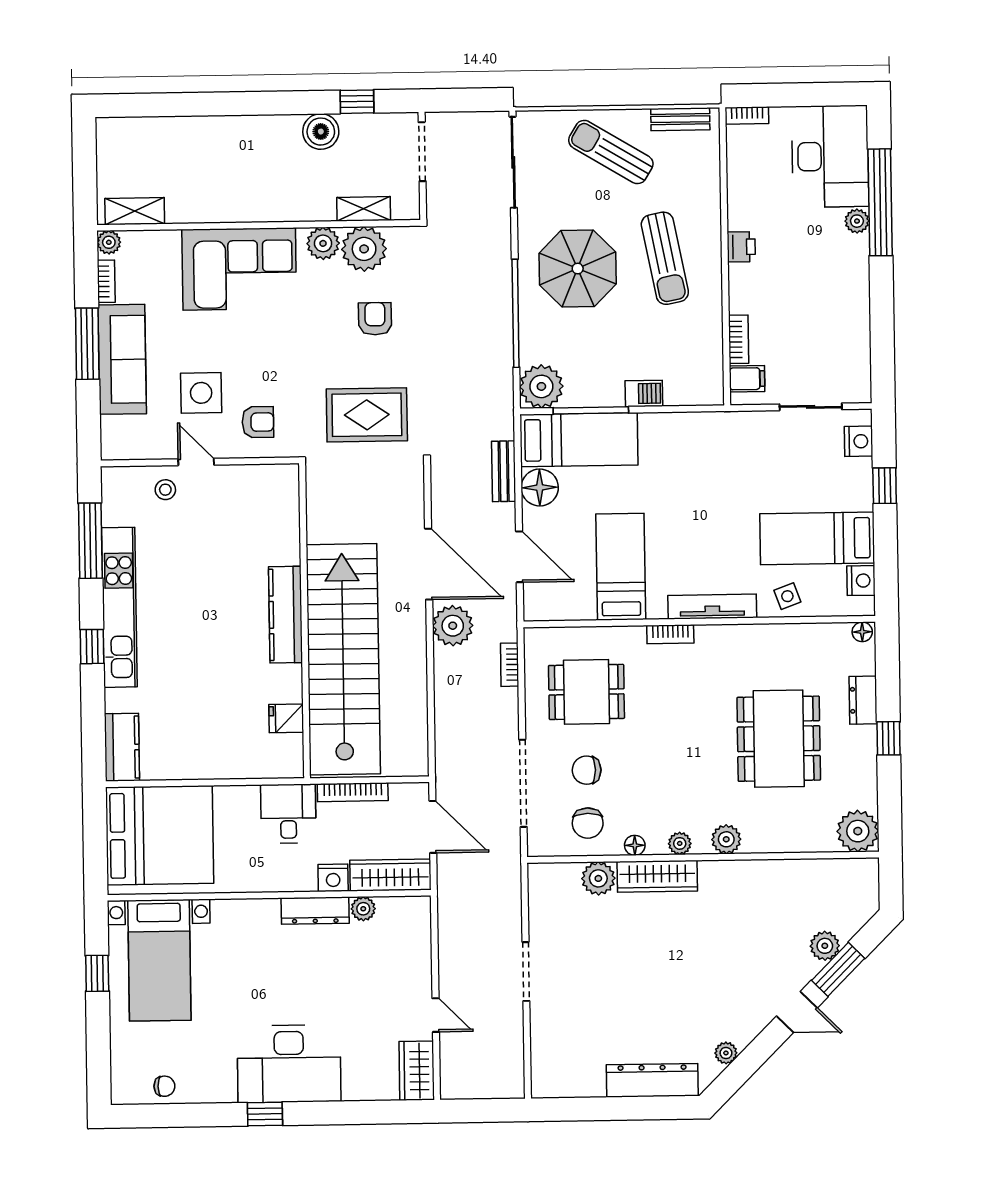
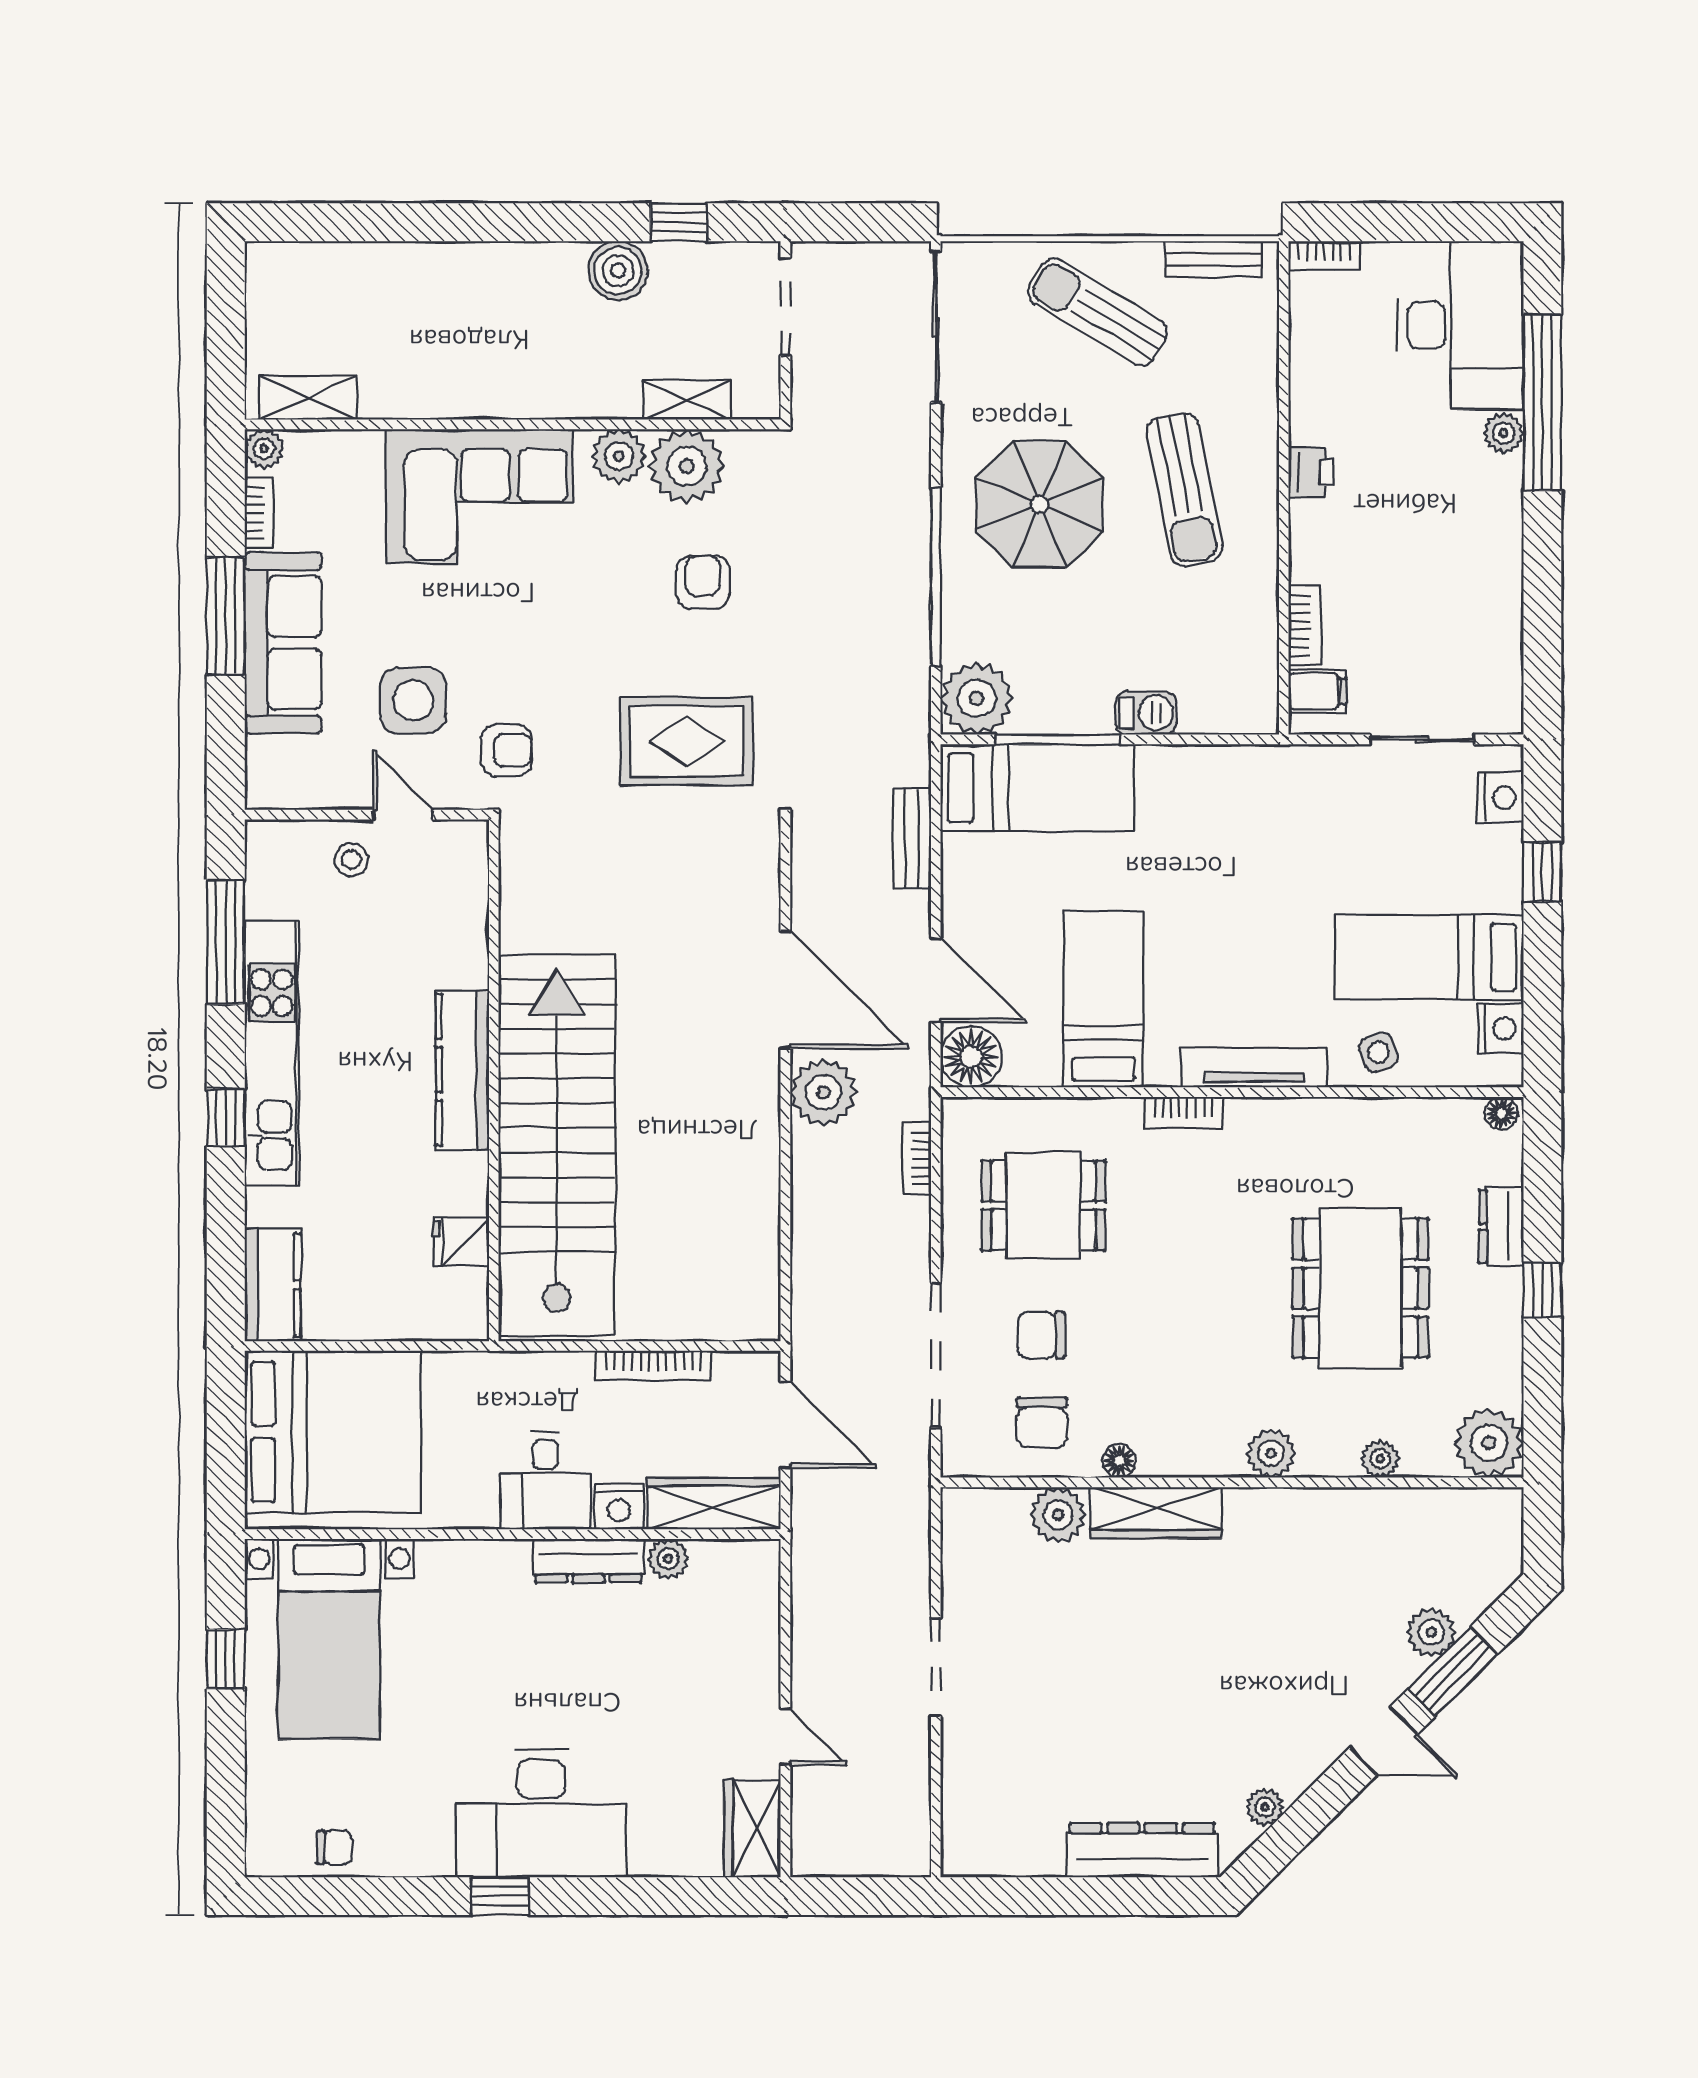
floor lamp: (540, 488) -> (971, 1057), moved
kitchen counter: (286, 615) -> (462, 1070), moved
wall: (305, 621) -> (494, 1080), moved
stairs: (343, 659) -> (557, 1145), moved
fridge: (286, 718) -> (461, 1242), moved
desk: (288, 814) -> (546, 1481), moved, turned 180
plant: (680, 843) -> (1380, 1459), moved

